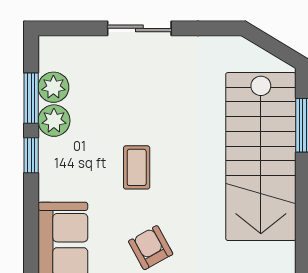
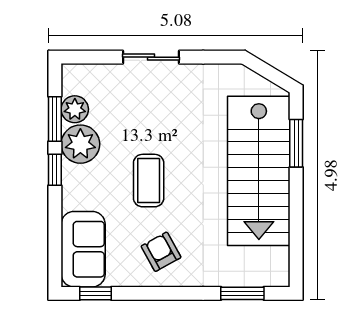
plant: (54, 121) -> (80, 144), width x1.36, depth x1.36
coffee table: (137, 167) -> (149, 181), width x1.36, depth x1.30

